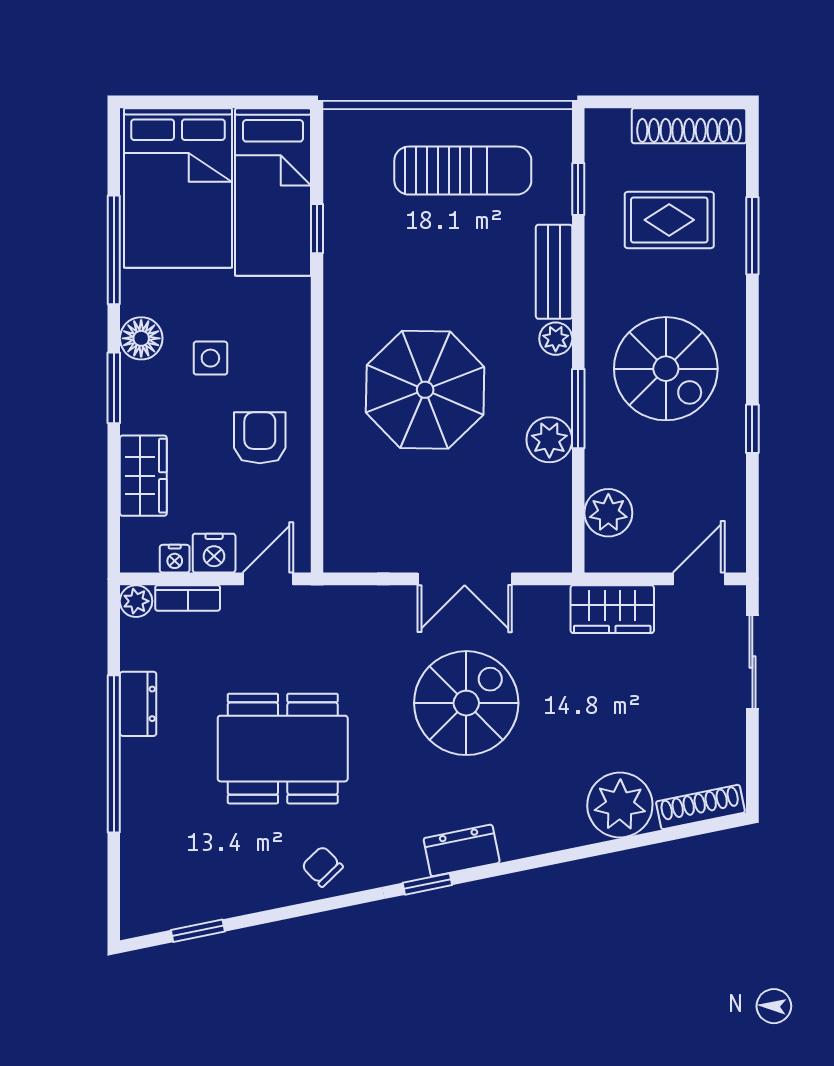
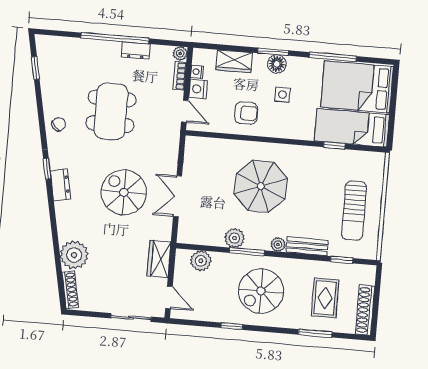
floor lamp: (141, 338) -> (277, 64), moved
spiral stairs: (466, 703) -> (124, 192), turned 180

